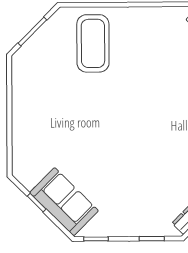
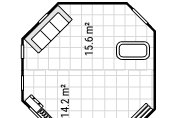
sofa: (64, 202) -> (48, 29), width x1.36

